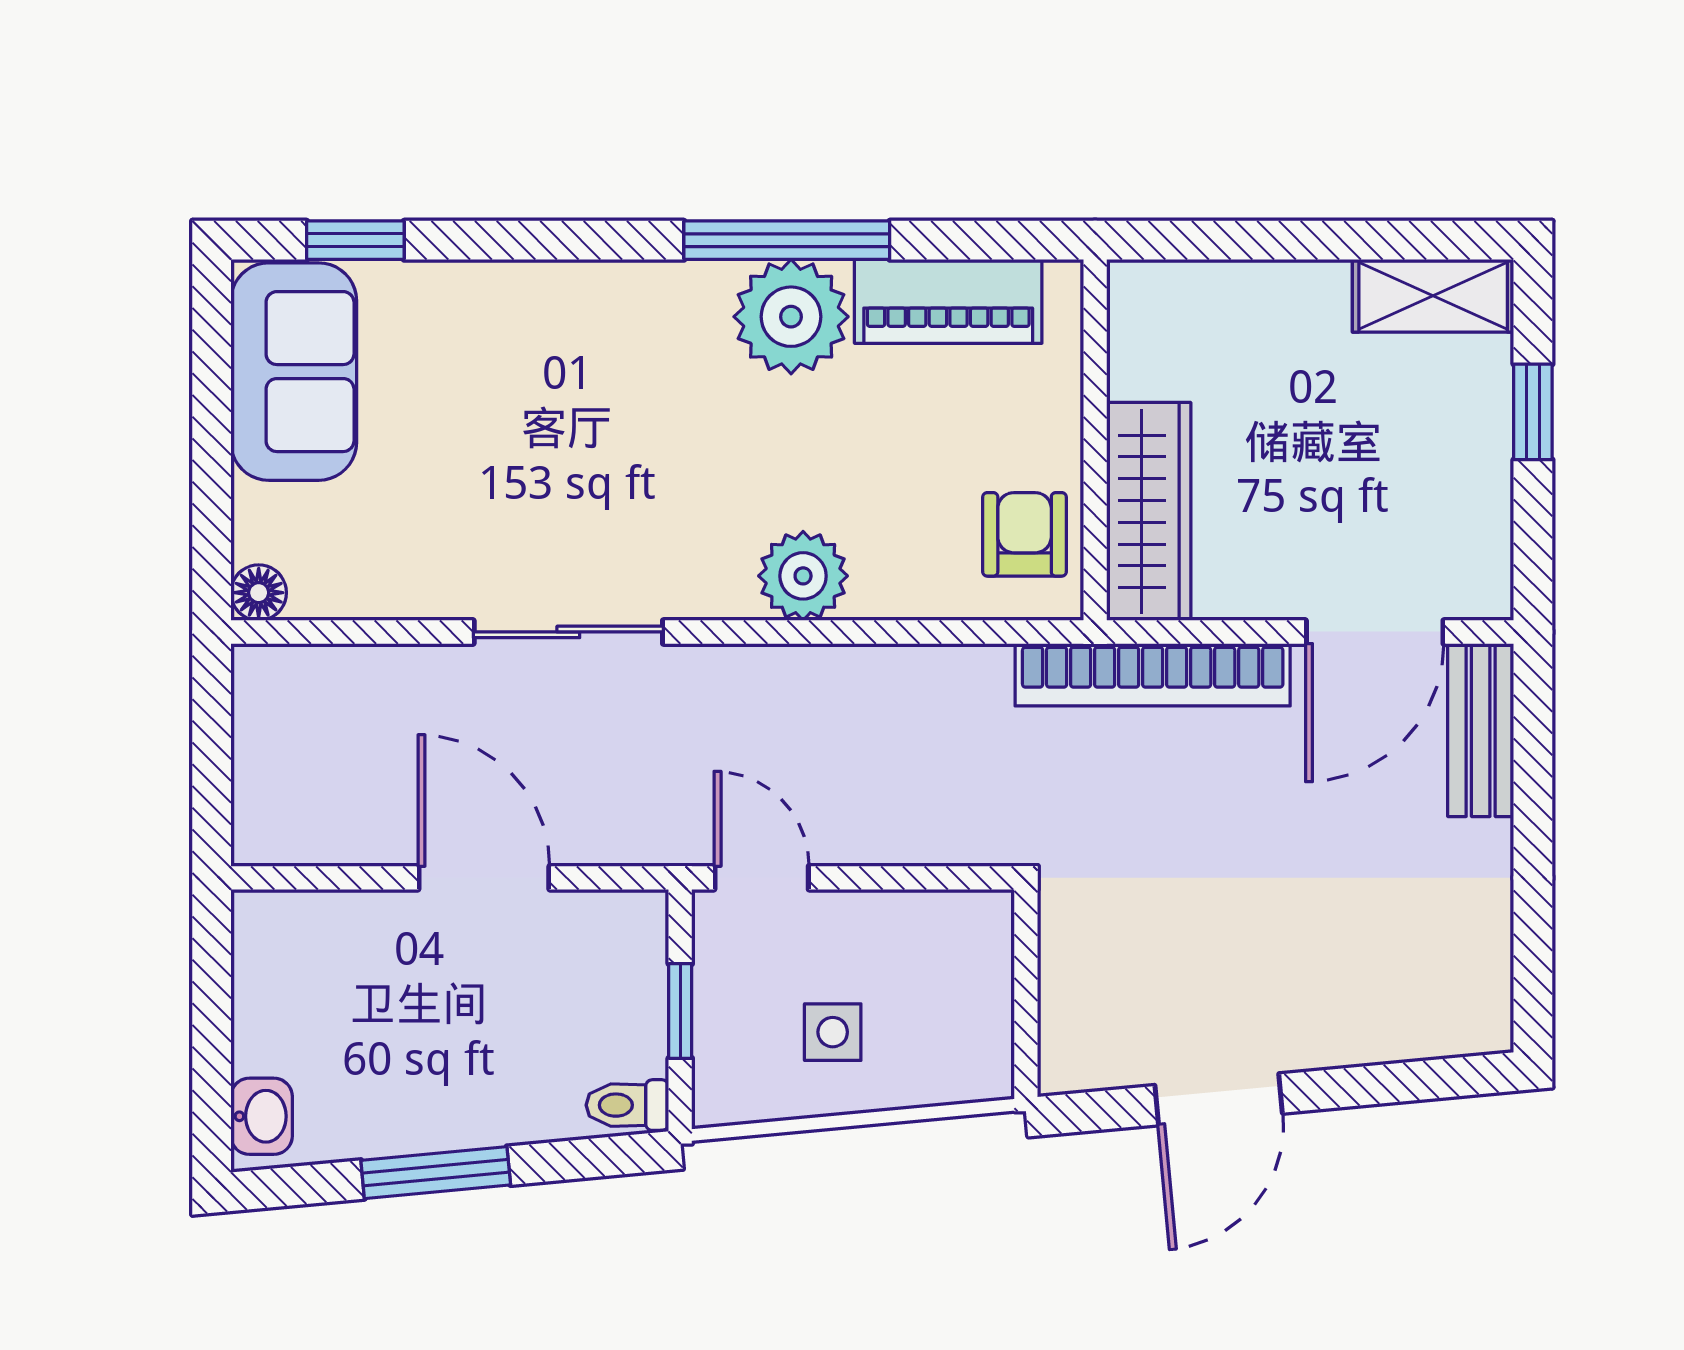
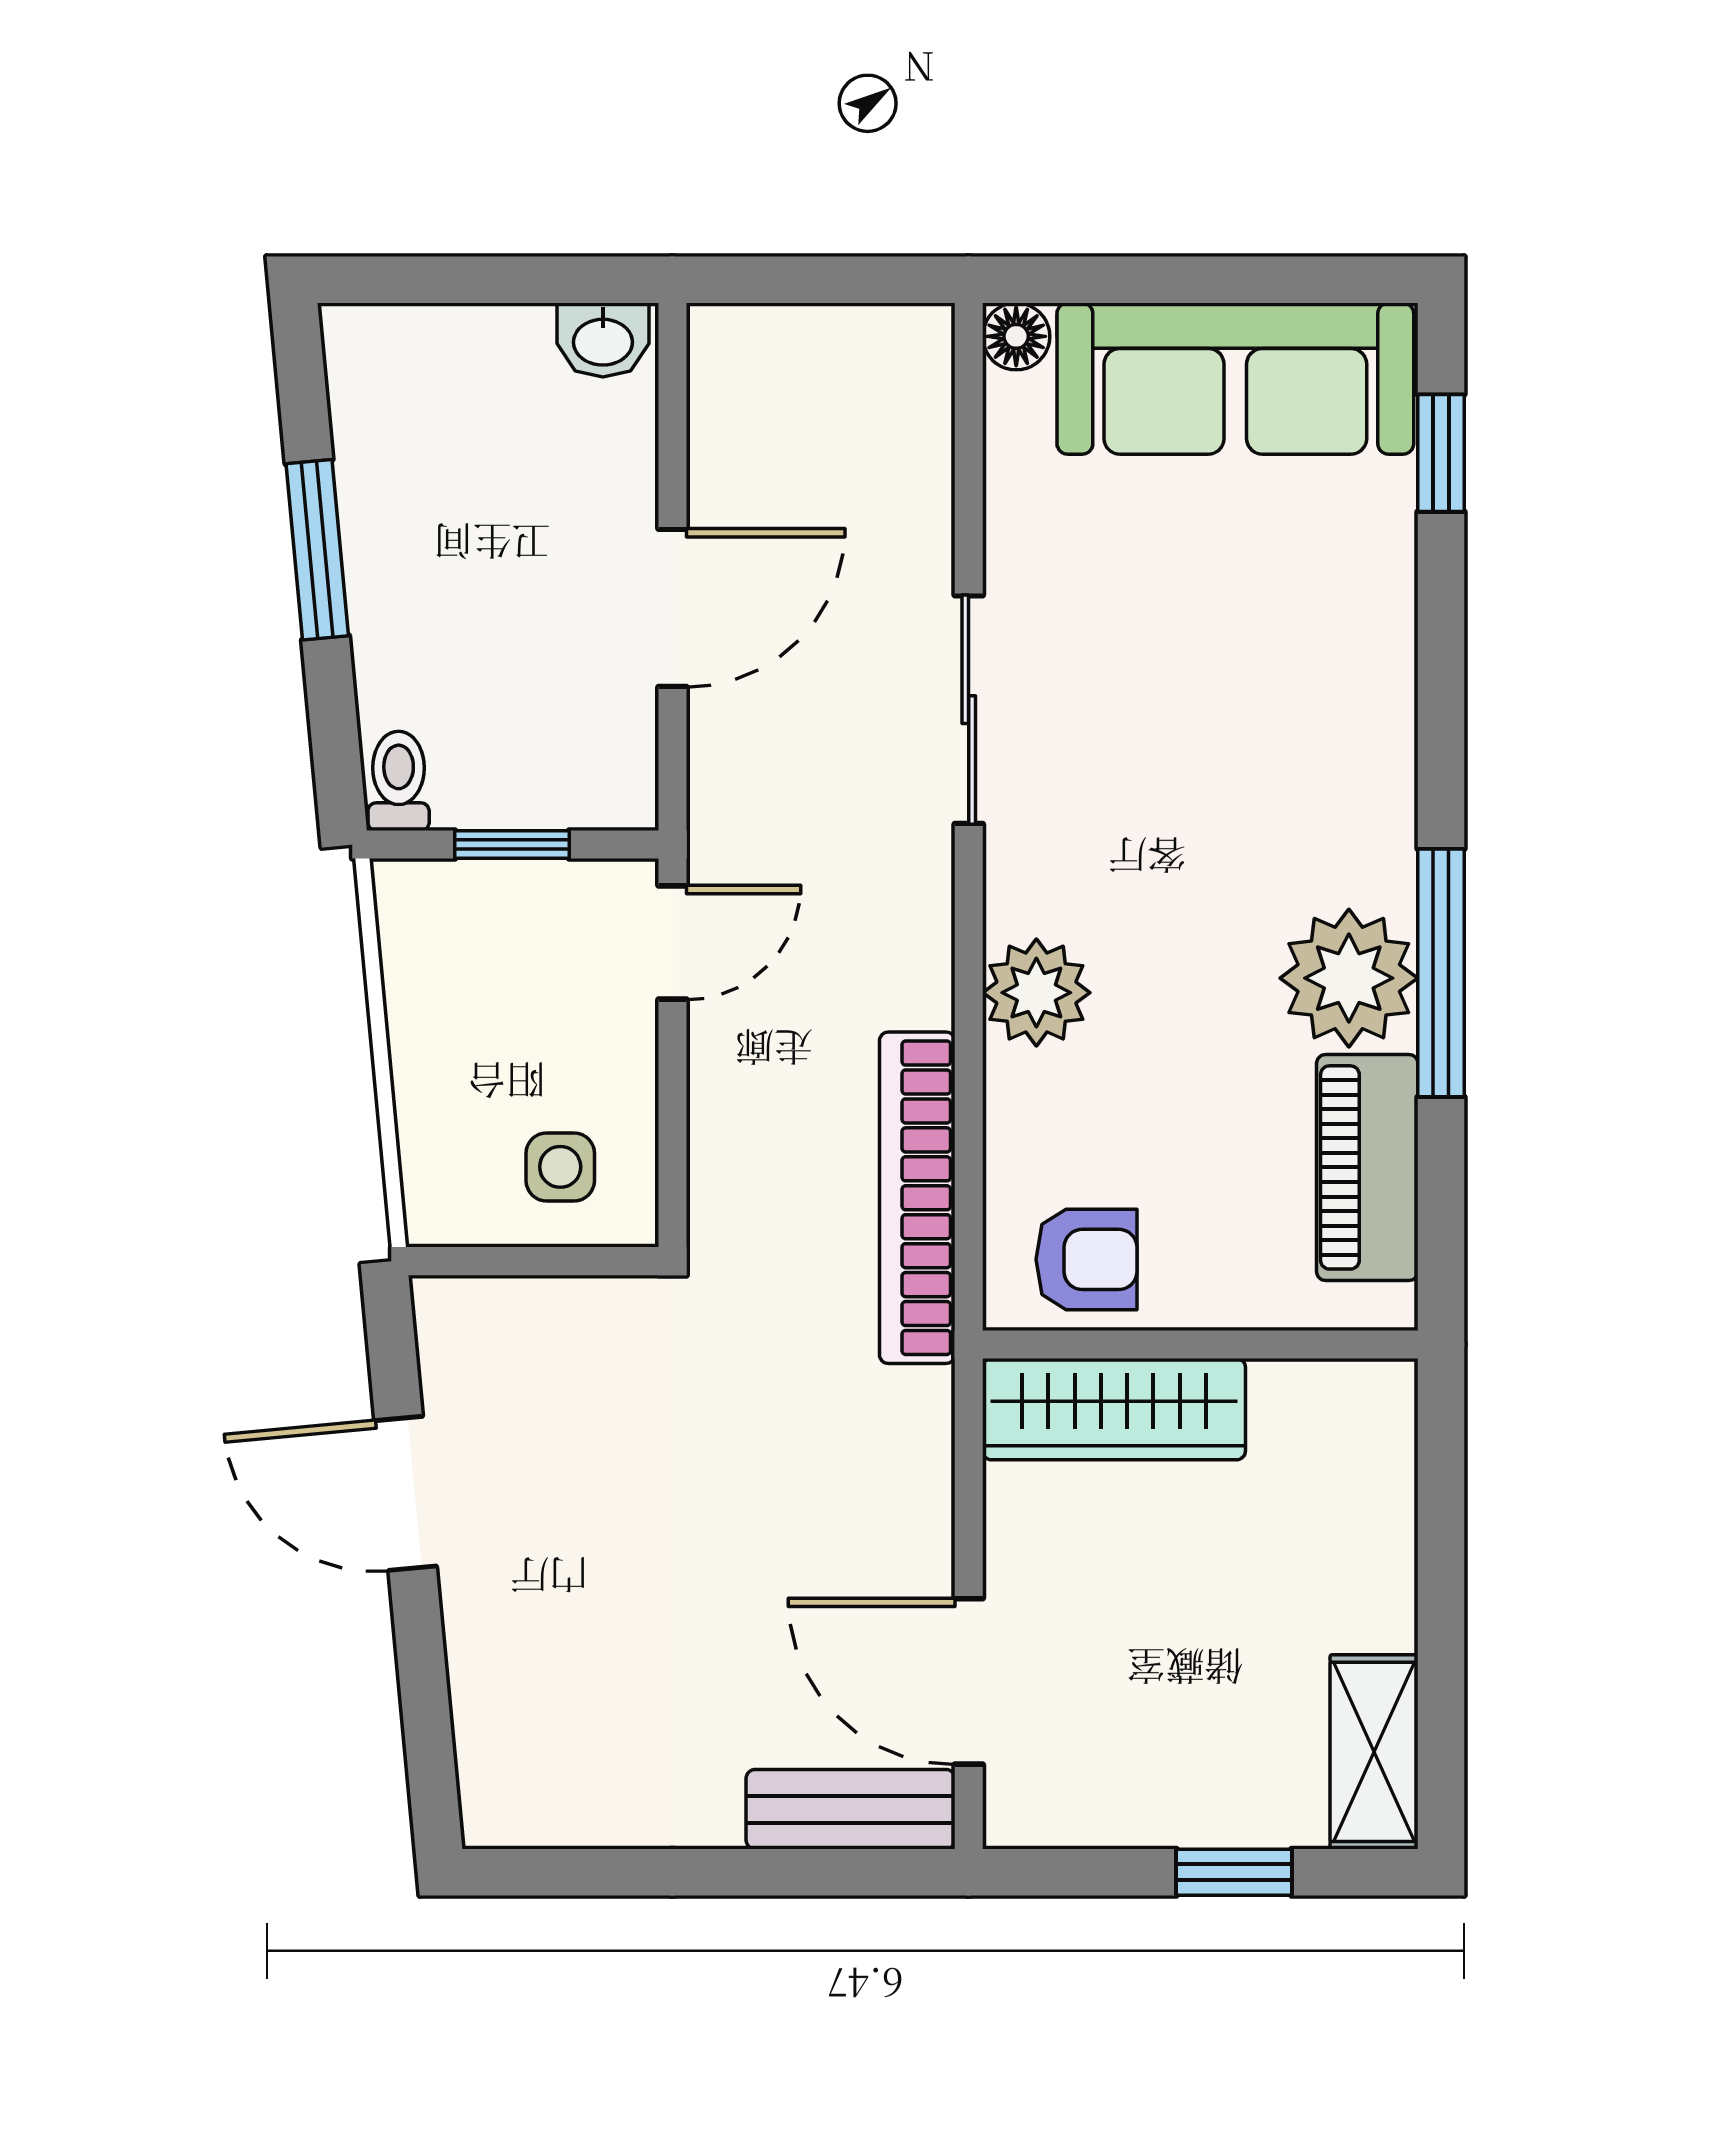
sofa: (294, 372) -> (1235, 379), width x1.36
bookcase: (1153, 675) -> (917, 1198), moved
side table: (833, 1032) -> (560, 1167), moved
washbasin: (262, 1116) -> (603, 340), moved

